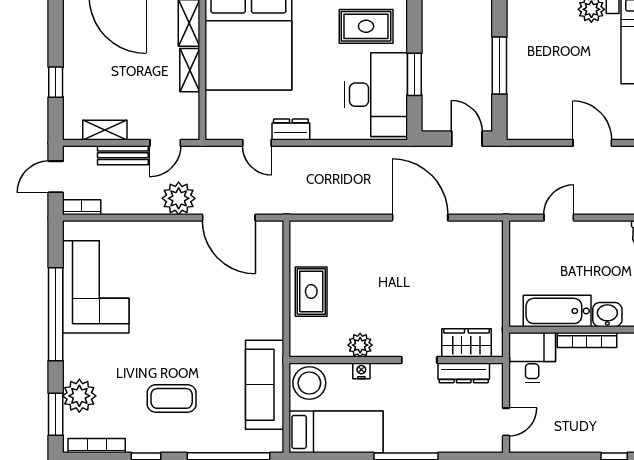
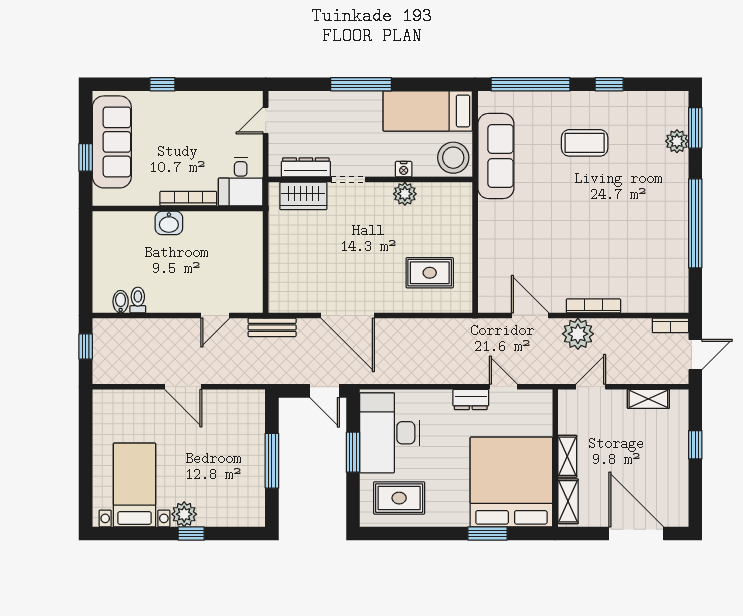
door: (467, 139) -> (325, 391), moved
bench: (123, 155) -> (272, 327), moved
door: (229, 218) -> (530, 316), width x0.73
corner sofa: (96, 287) -> (657, 249), removed
rug: (311, 292) -> (430, 273), moved, turned 90
bathtub: (557, 311) -> (217, 226), removed
plant: (79, 396) -> (677, 141), width x0.73, depth x0.73
bookcase: (97, 446) -> (593, 306), moved, turned 180

